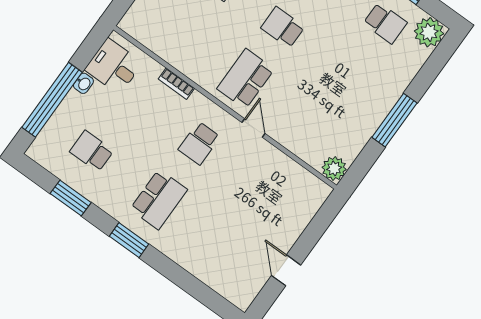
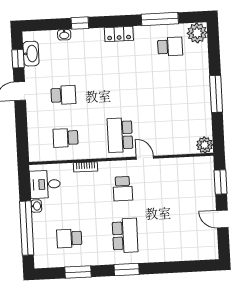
school desk: (283, 27) -> (66, 138), moved
window: (318, 226) -> (220, 182), added

